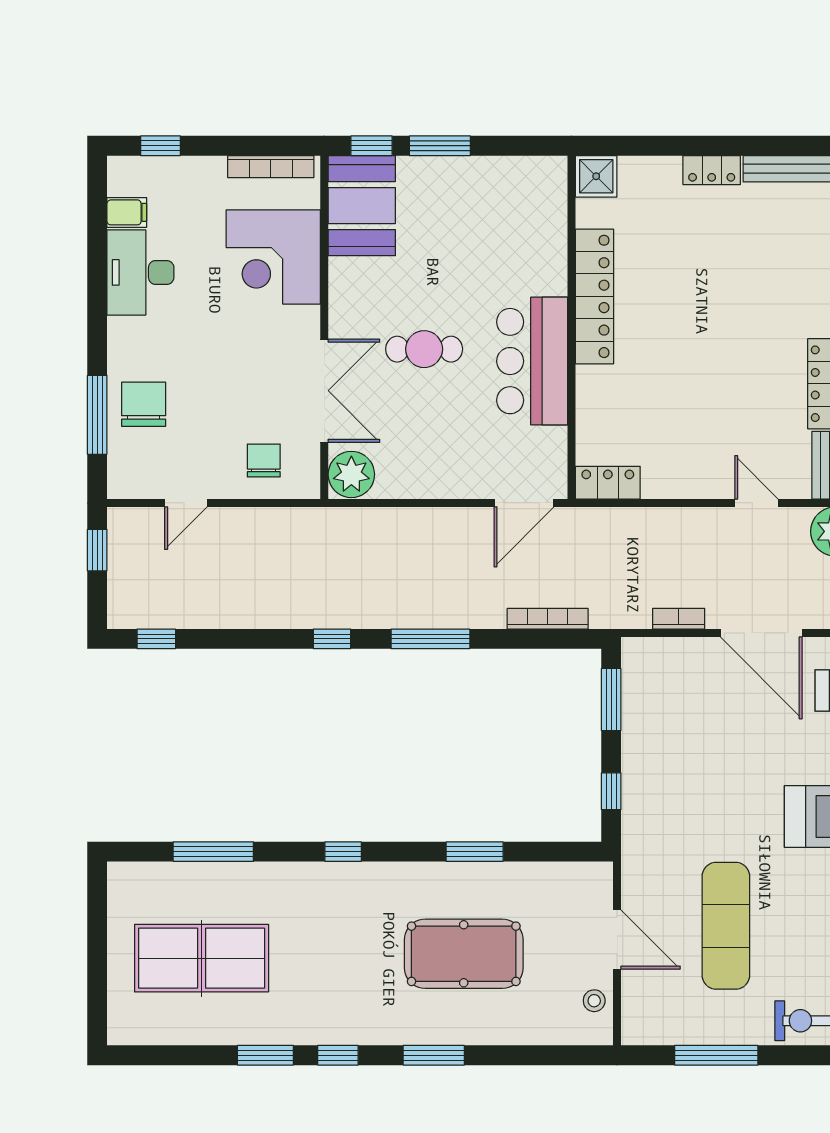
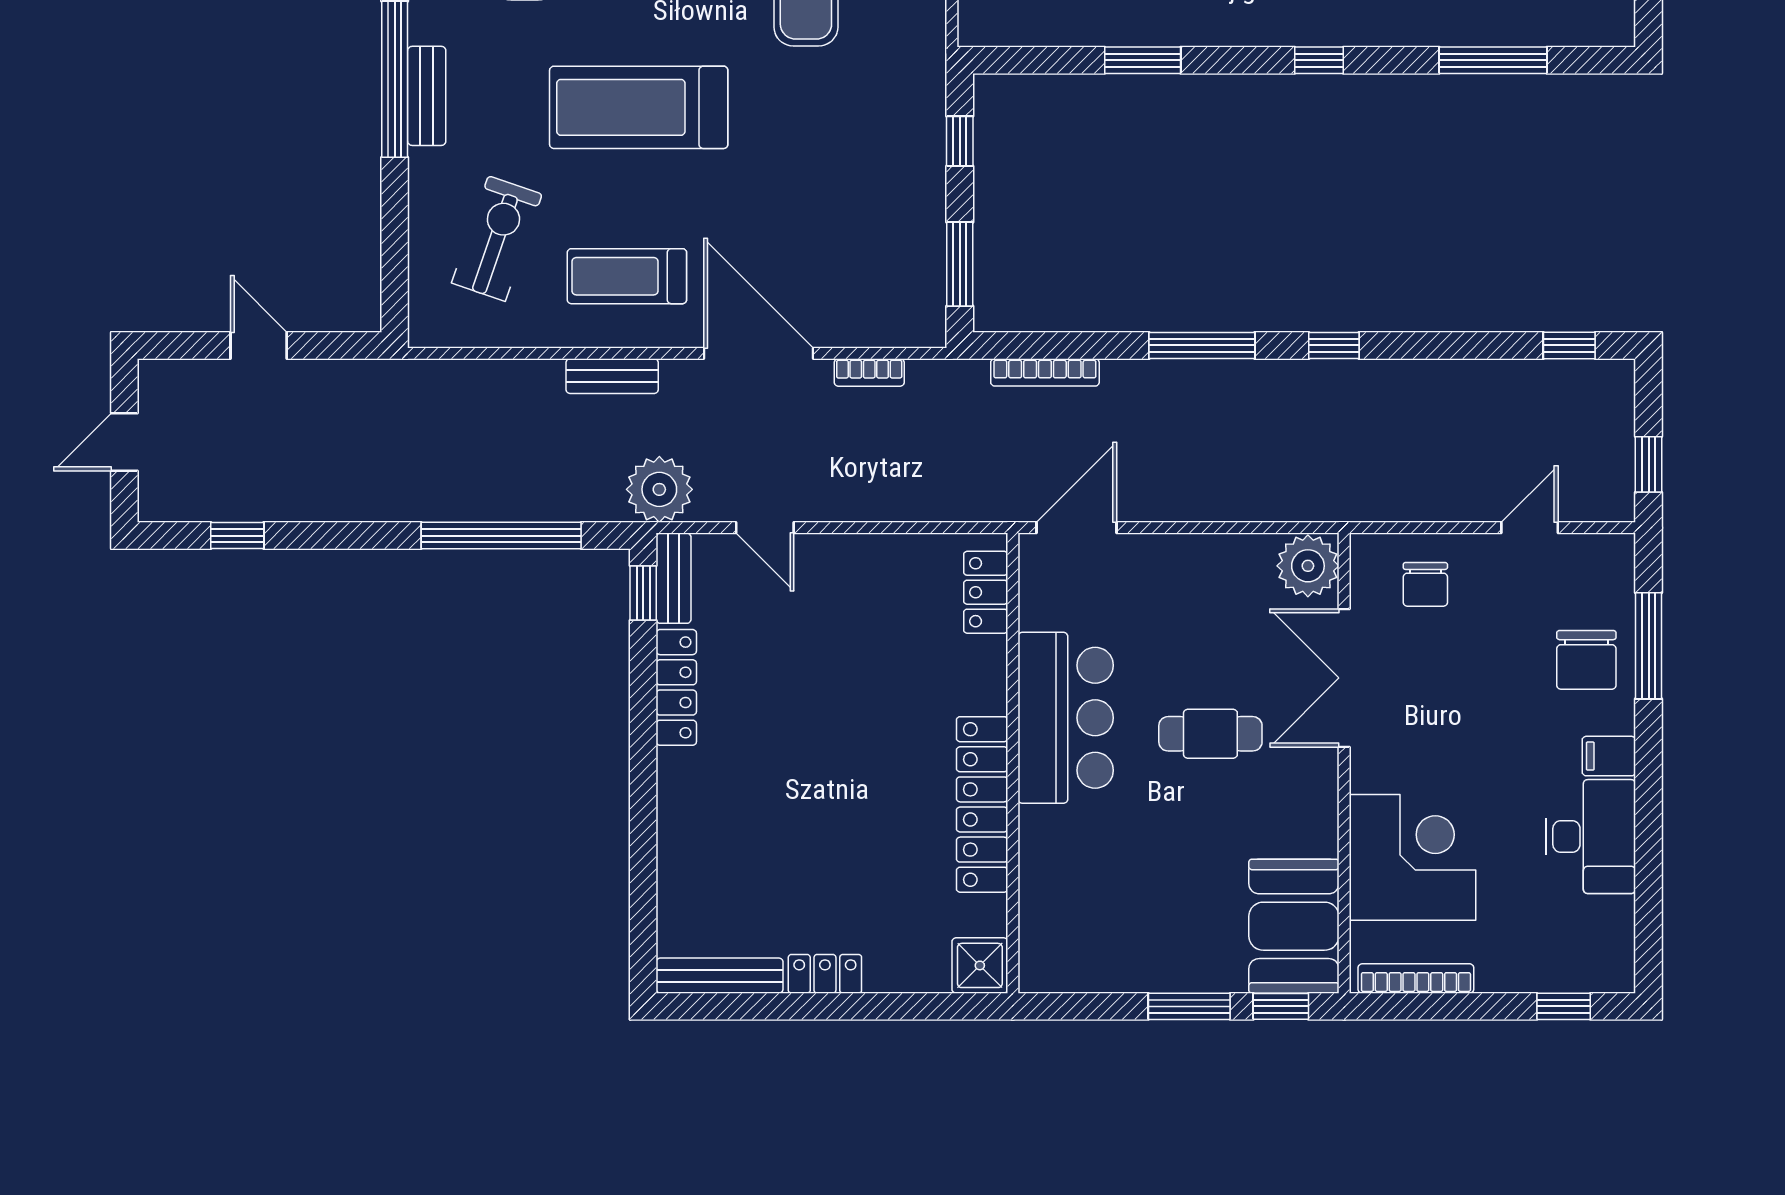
filing cabinet: (127, 212) -> (1609, 756), moved
locker: (608, 483) -> (986, 592), moved, turned 90

